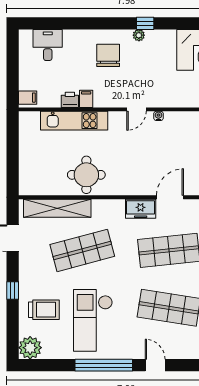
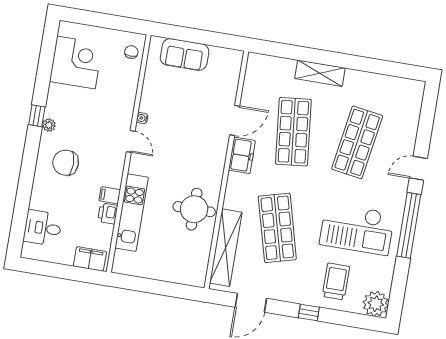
filing cabinet: (28, 98) -> (90, 259), width x2.00
door: (170, 197) -> (235, 120), swing flipped

